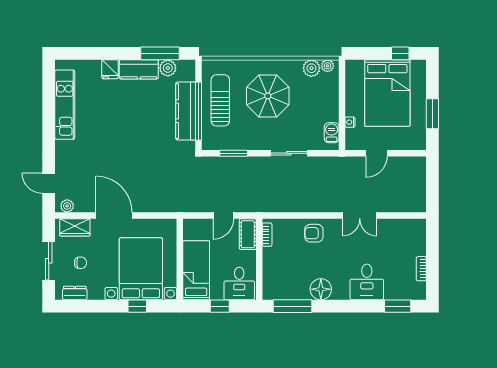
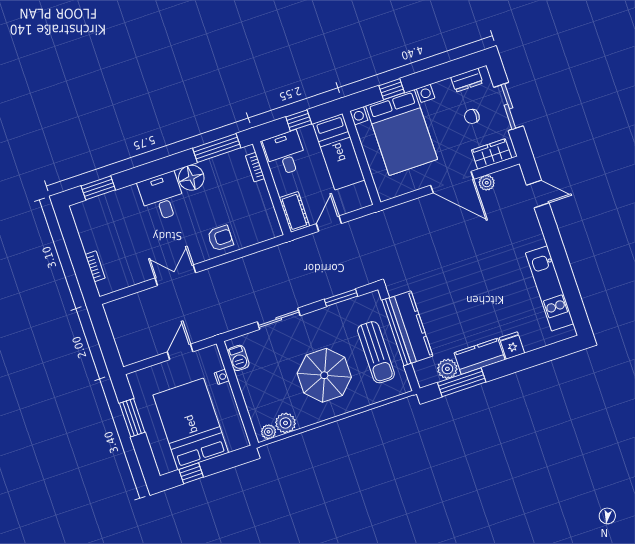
plant: (67, 206) -> (487, 183), moved
bookcase: (267, 235) -> (255, 167), moved
bookcase: (421, 269) -> (95, 266), moved
desk: (367, 282) -> (162, 197), moved

